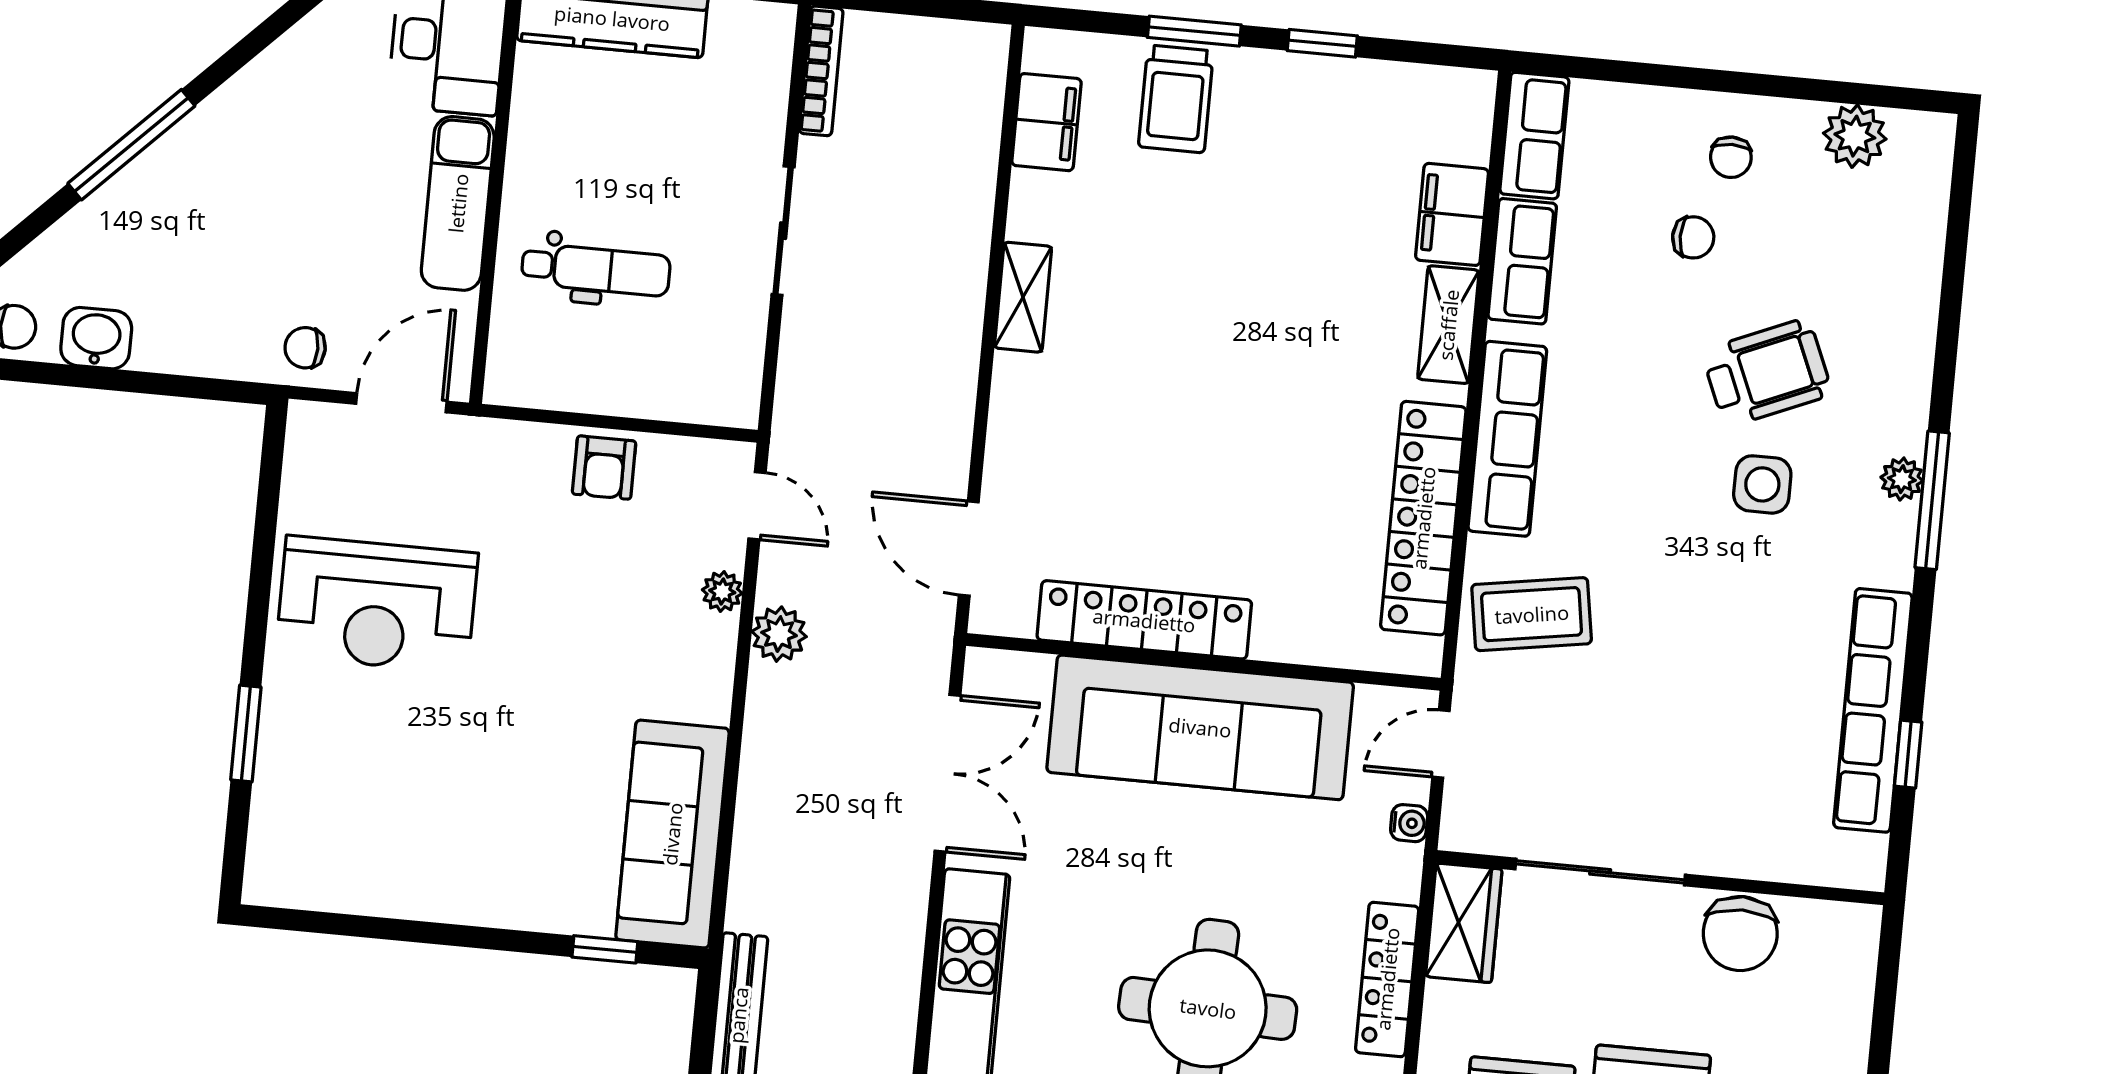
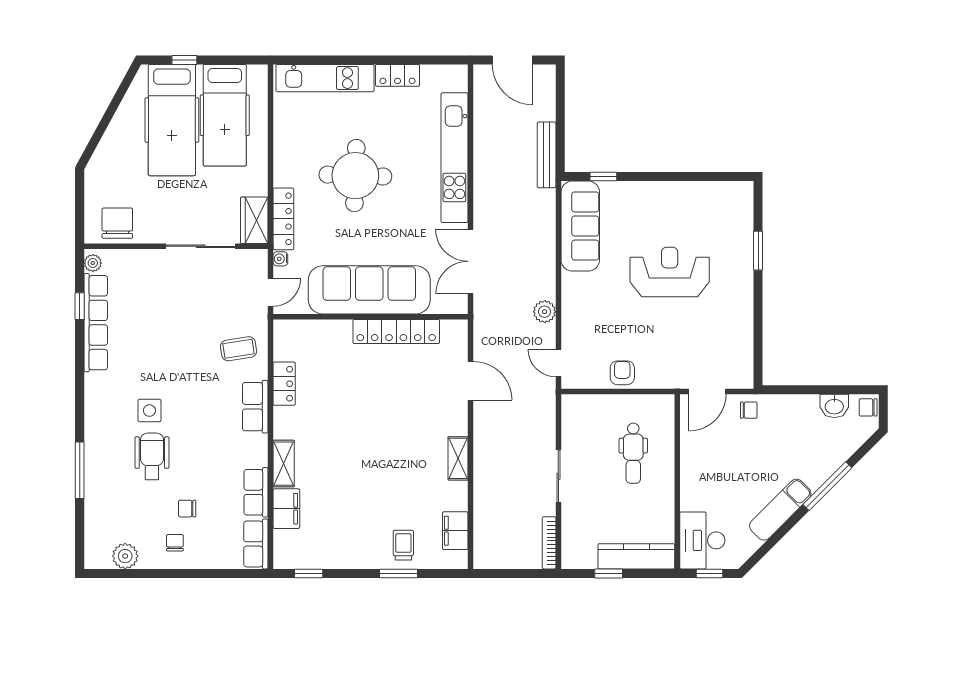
window: (1322, 43) -> (309, 573), moved
trolley: (1176, 99) -> (403, 545), width x0.73, depth x0.72
exam couch: (458, 203) -> (780, 510), moved, turned -135
dental chair: (596, 270) -> (633, 453), turned -90
wheelchair: (1767, 373) -> (152, 456), turned 113
row of seats: (1507, 439) -> (255, 407), width x0.68
plant: (1902, 479) -> (93, 263), moved
window: (1932, 500) -> (80, 470), moved
locker: (1423, 518) -> (284, 384), width x0.46, depth x0.83
door: (969, 549) -> (471, 381), moved
plant: (722, 592) -> (569, 327), removed
reception desk: (377, 604) -> (670, 272), moved
coffee table: (1532, 614) -> (239, 349), width x0.73, depth x0.77
chair: (1740, 934) -> (117, 223), moved
locker: (1387, 979) -> (283, 219), moved

